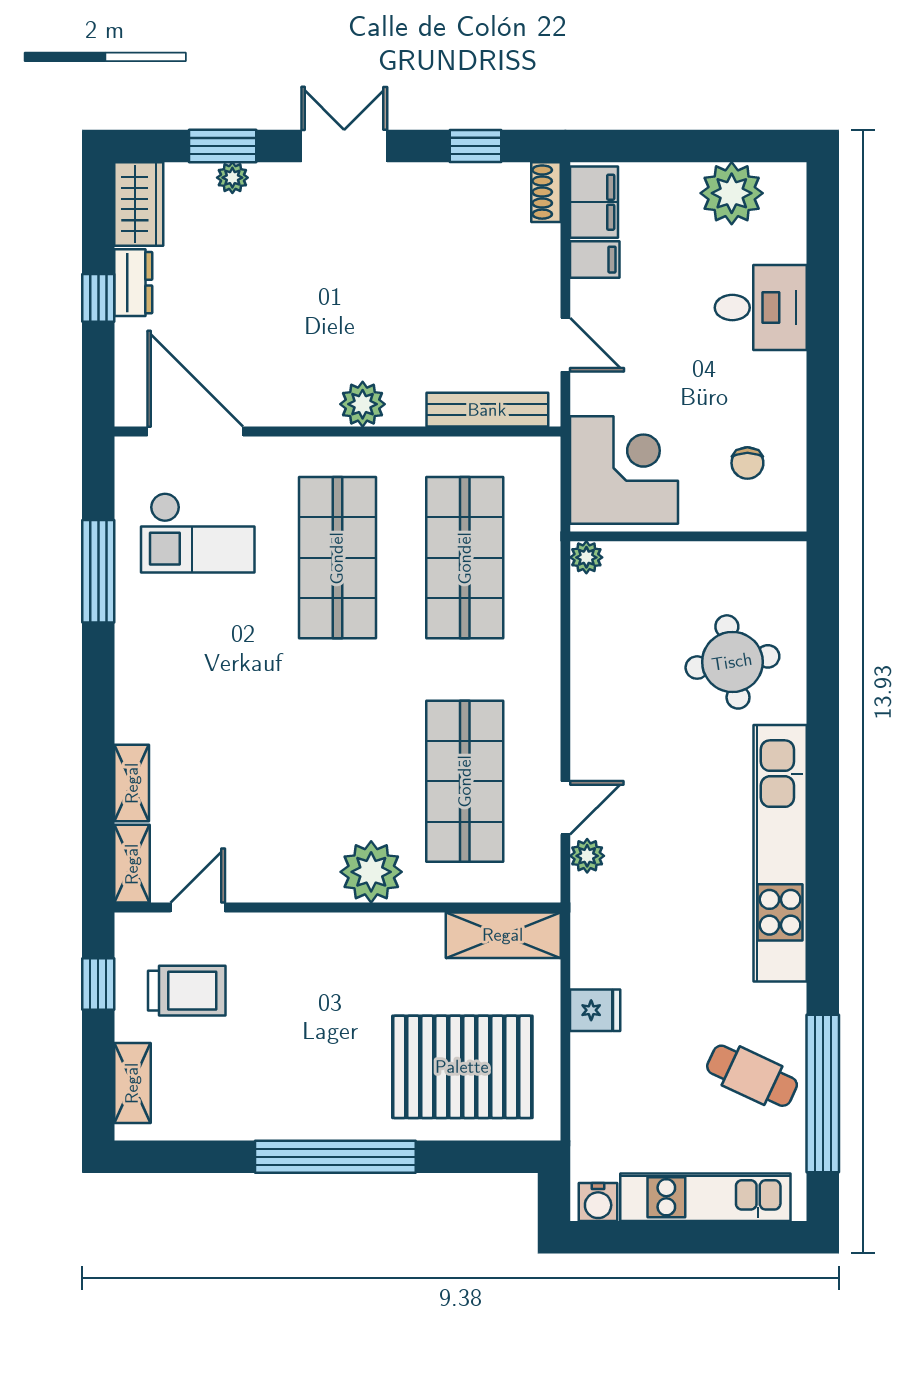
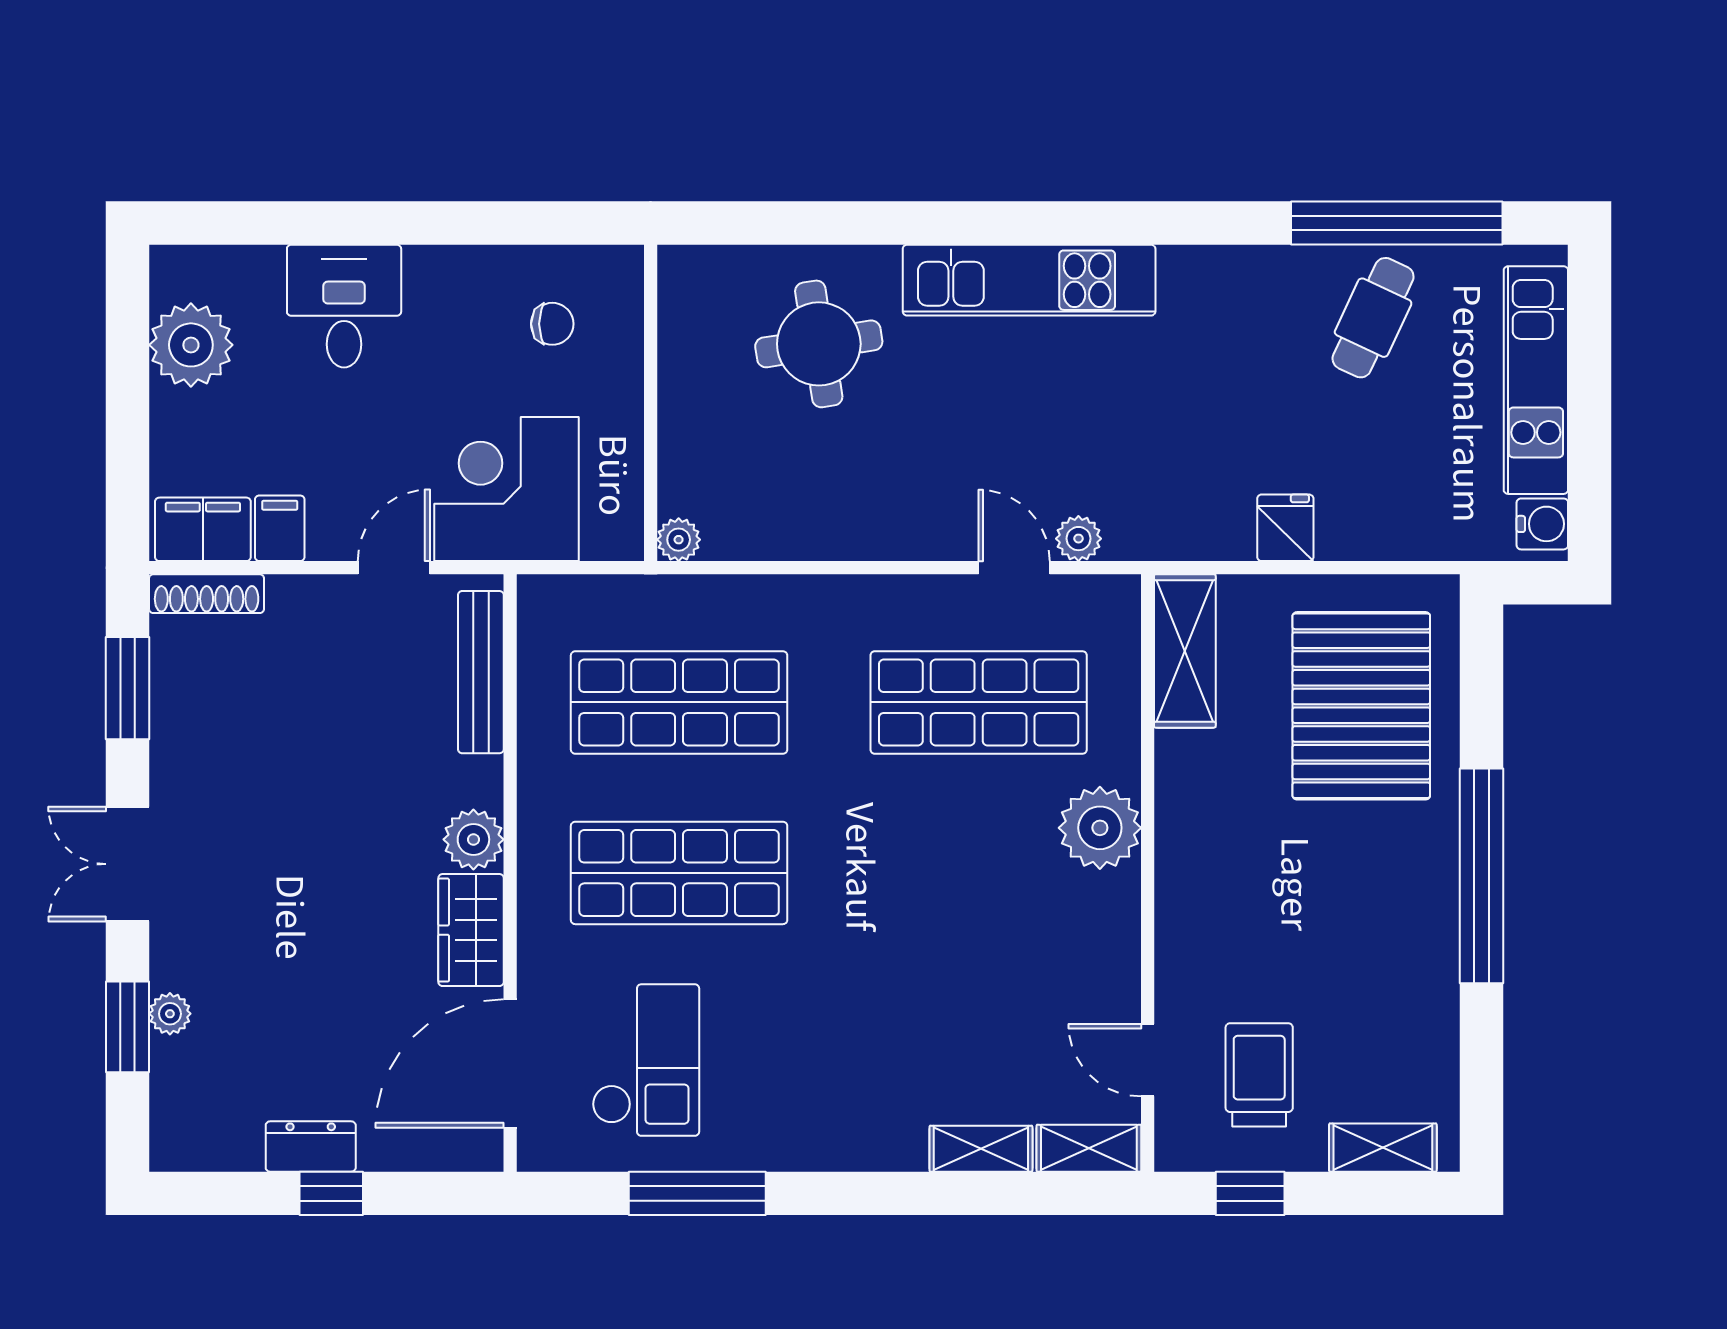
window: (476, 146) -> (128, 688), width x1.50
shoe rack: (546, 192) -> (207, 594), width x1.43
wardrobe: (139, 204) -> (471, 930), moved, turned -90
corner desk: (624, 470) -> (506, 489), moved
kitchen unit: (780, 853) -> (1029, 280), width x0.73

